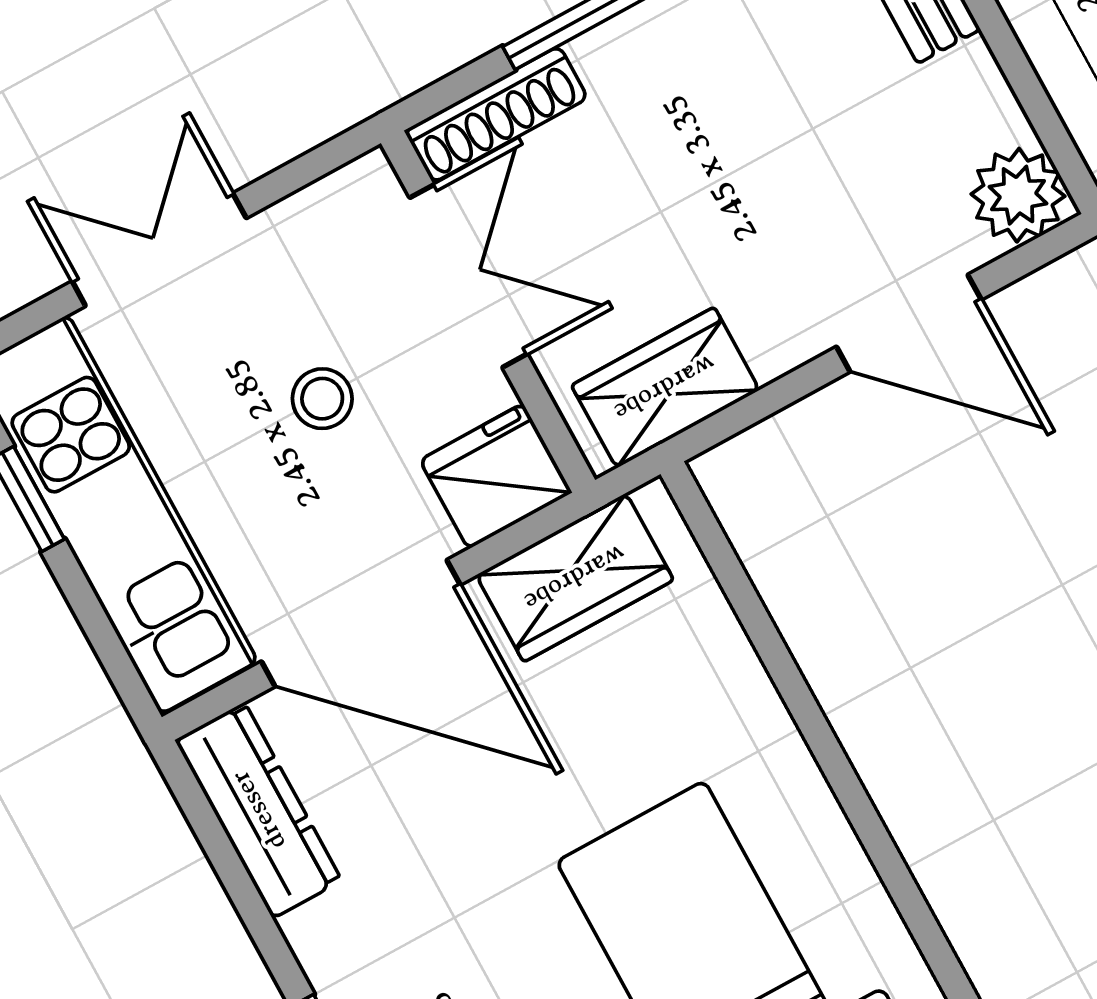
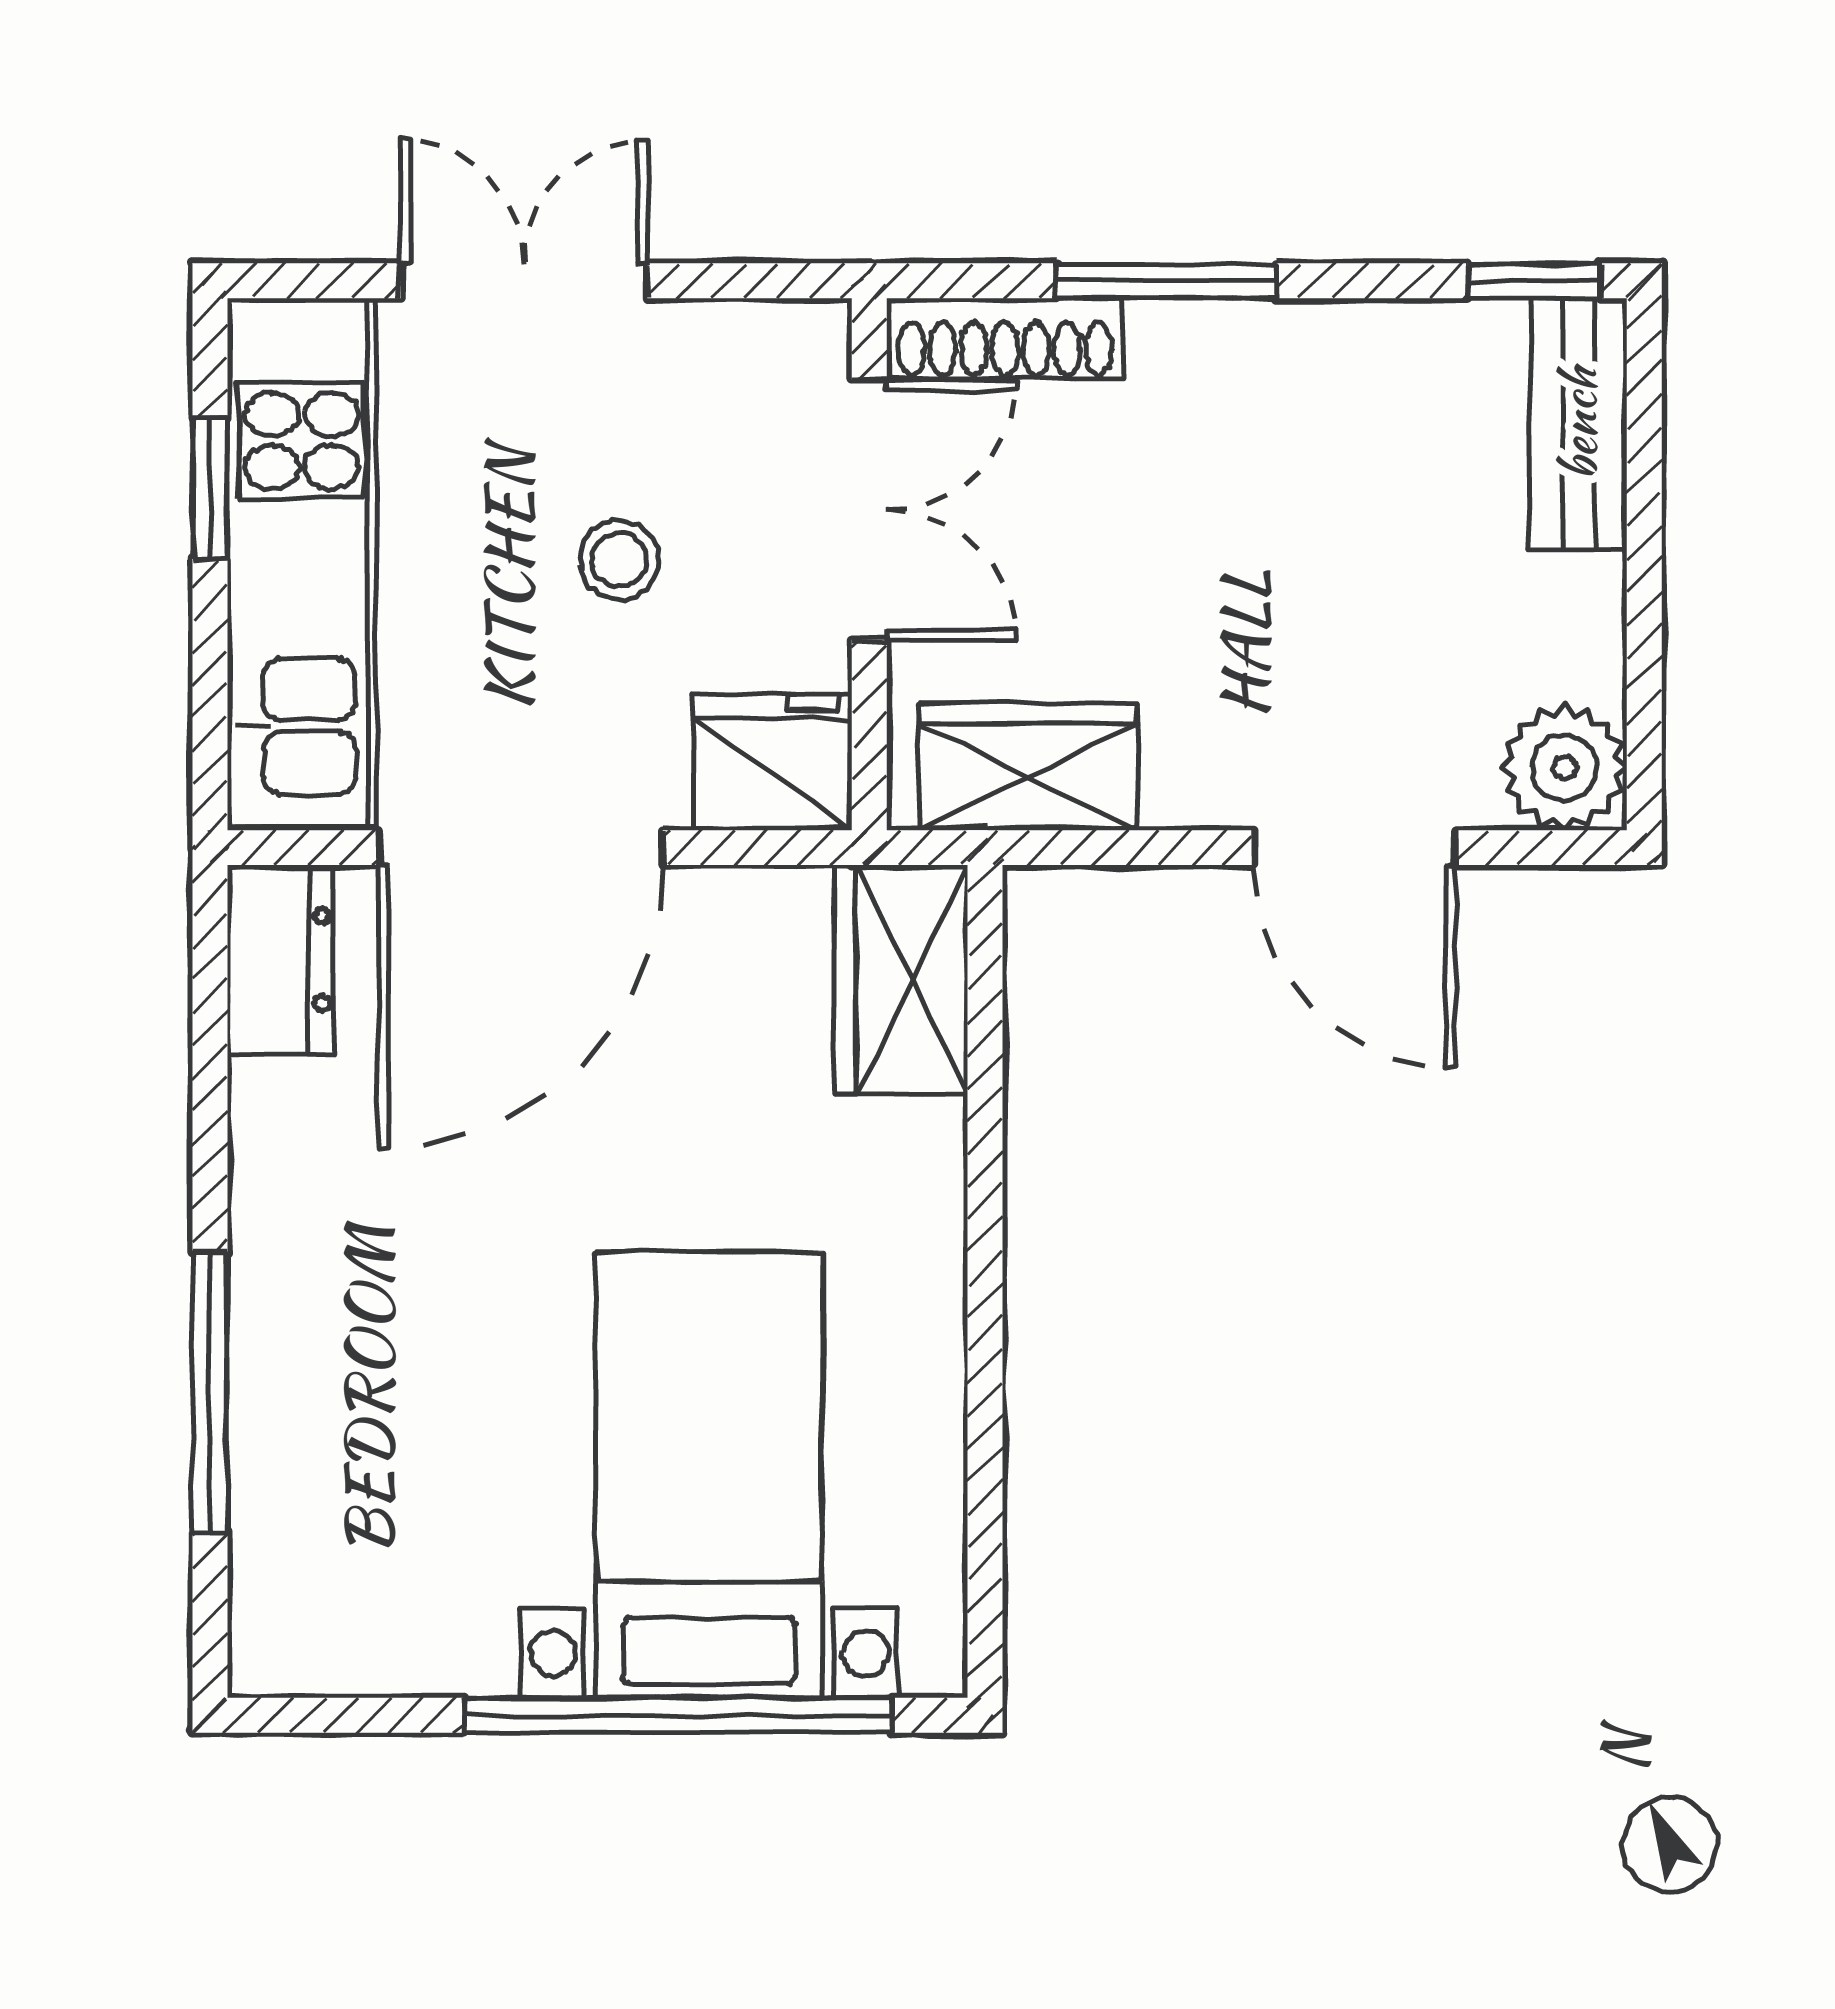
wardrobe: (575, 578) -> (901, 979), moved, turned 90
door: (361, 623) -> (521, 848), hinge flipped
dresser: (258, 810) -> (281, 960), width x0.70

